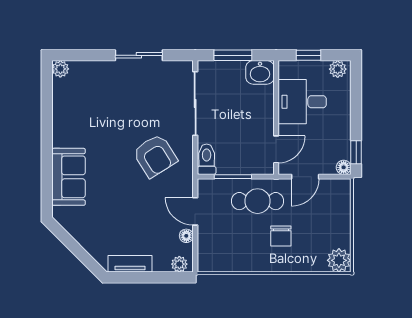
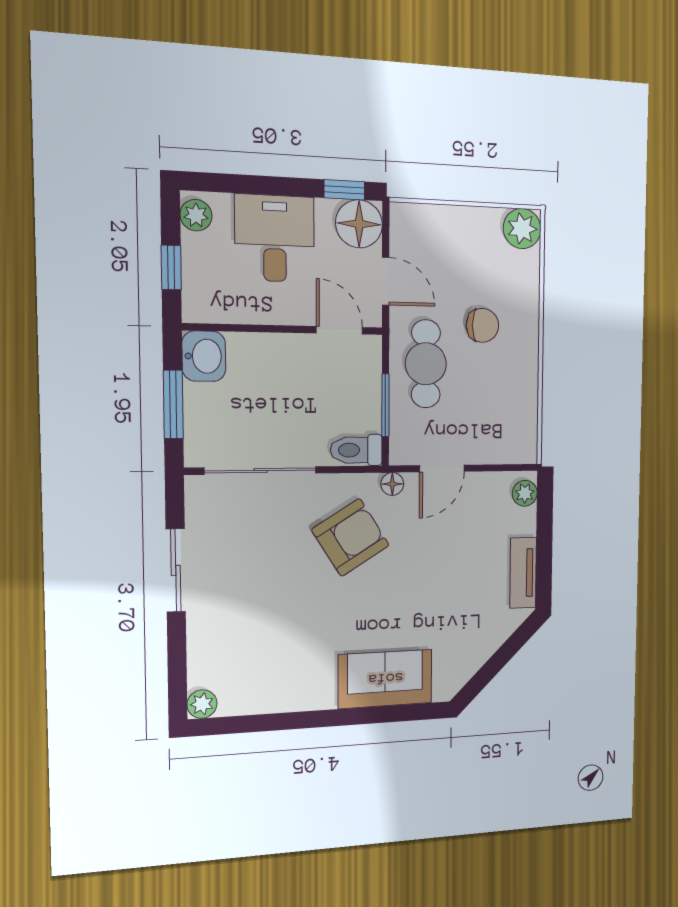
desk: (302, 102) -> (275, 238), moved, turned 180
floor lamp: (344, 167) -> (359, 224), width x1.89, depth x1.89
floor lamp: (186, 236) -> (392, 484), moved

